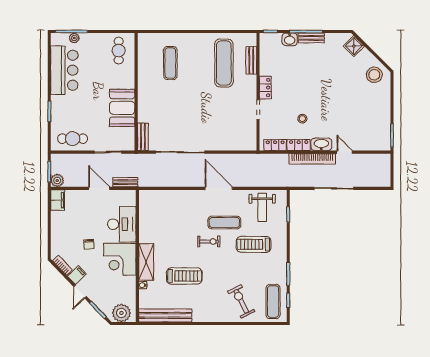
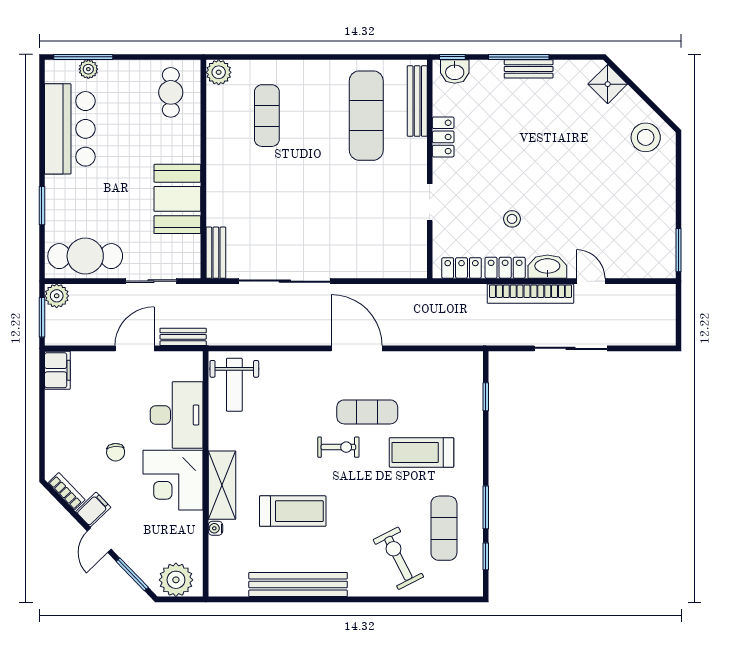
washbasin: (290, 39) -> (455, 72), moved
plant: (144, 40) -> (219, 72), added
bench: (251, 60) -> (417, 101), width x1.36
locker: (265, 88) -> (443, 137), moved
cafe table: (73, 139) -> (85, 256), width x1.37, depth x1.35
plant: (57, 180) -> (57, 296), moved
door: (99, 188) -> (135, 348), hinge flipped
weight bench: (262, 207) -> (234, 385), moved
exercise mat: (273, 302) -> (444, 528), moved
bench: (165, 315) -> (298, 584), moved

